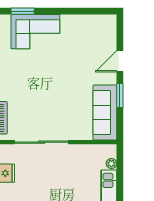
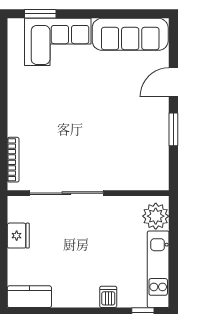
sofa: (105, 113) -> (130, 34), moved, turned -90
plant: (111, 164) -> (156, 216), width x1.88, depth x1.88

